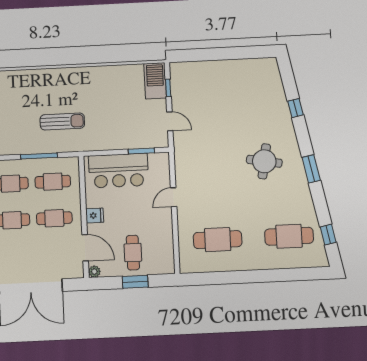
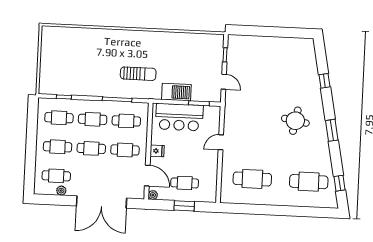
barbecue: (155, 81) -> (176, 92), moved, turned 90
cafe table: (133, 253) -> (185, 183), turned 90

